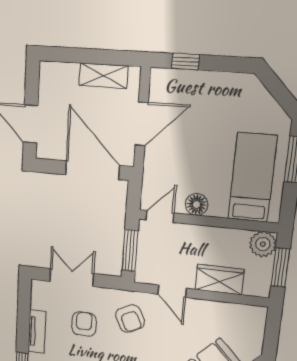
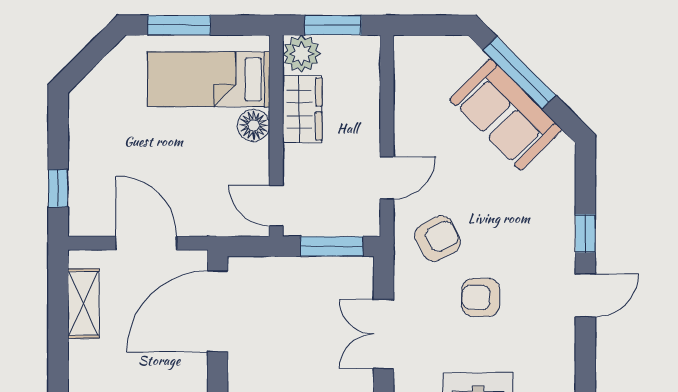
floor lamp: (197, 204) -> (254, 125), moved
wardrobe: (219, 280) -> (302, 109), moved, turned 180
armchair: (84, 324) -> (481, 297), moved

